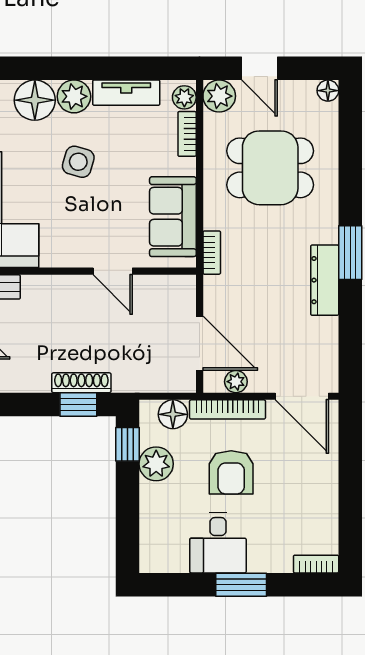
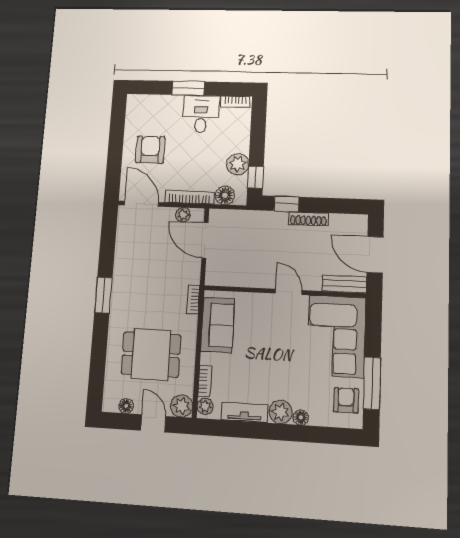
floor lamp: (328, 91) -> (126, 406), moved
floor lamp: (35, 100) -> (301, 417), width x0.53, depth x0.53
side table: (78, 162) -> (279, 366), removed
door: (113, 271) -> (289, 292), moved
dresser: (325, 280) -> (121, 278), removed
shoe rack: (81, 383) -> (308, 219), moved
armchair: (231, 472) -> (150, 150), moved
bookcase: (316, 564) -> (235, 102), moved

